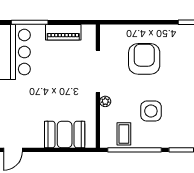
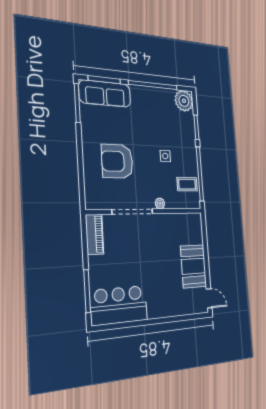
piano: (63, 32) -> (95, 234), moved
side table: (151, 111) -> (165, 156), width x0.54, depth x0.54
booth: (65, 134) -> (194, 266), moved

